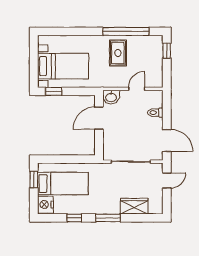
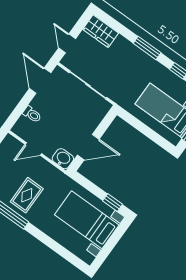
door: (167, 180) -> (67, 43), hinge flipped
wardrobe: (134, 206) -> (101, 31), moved

